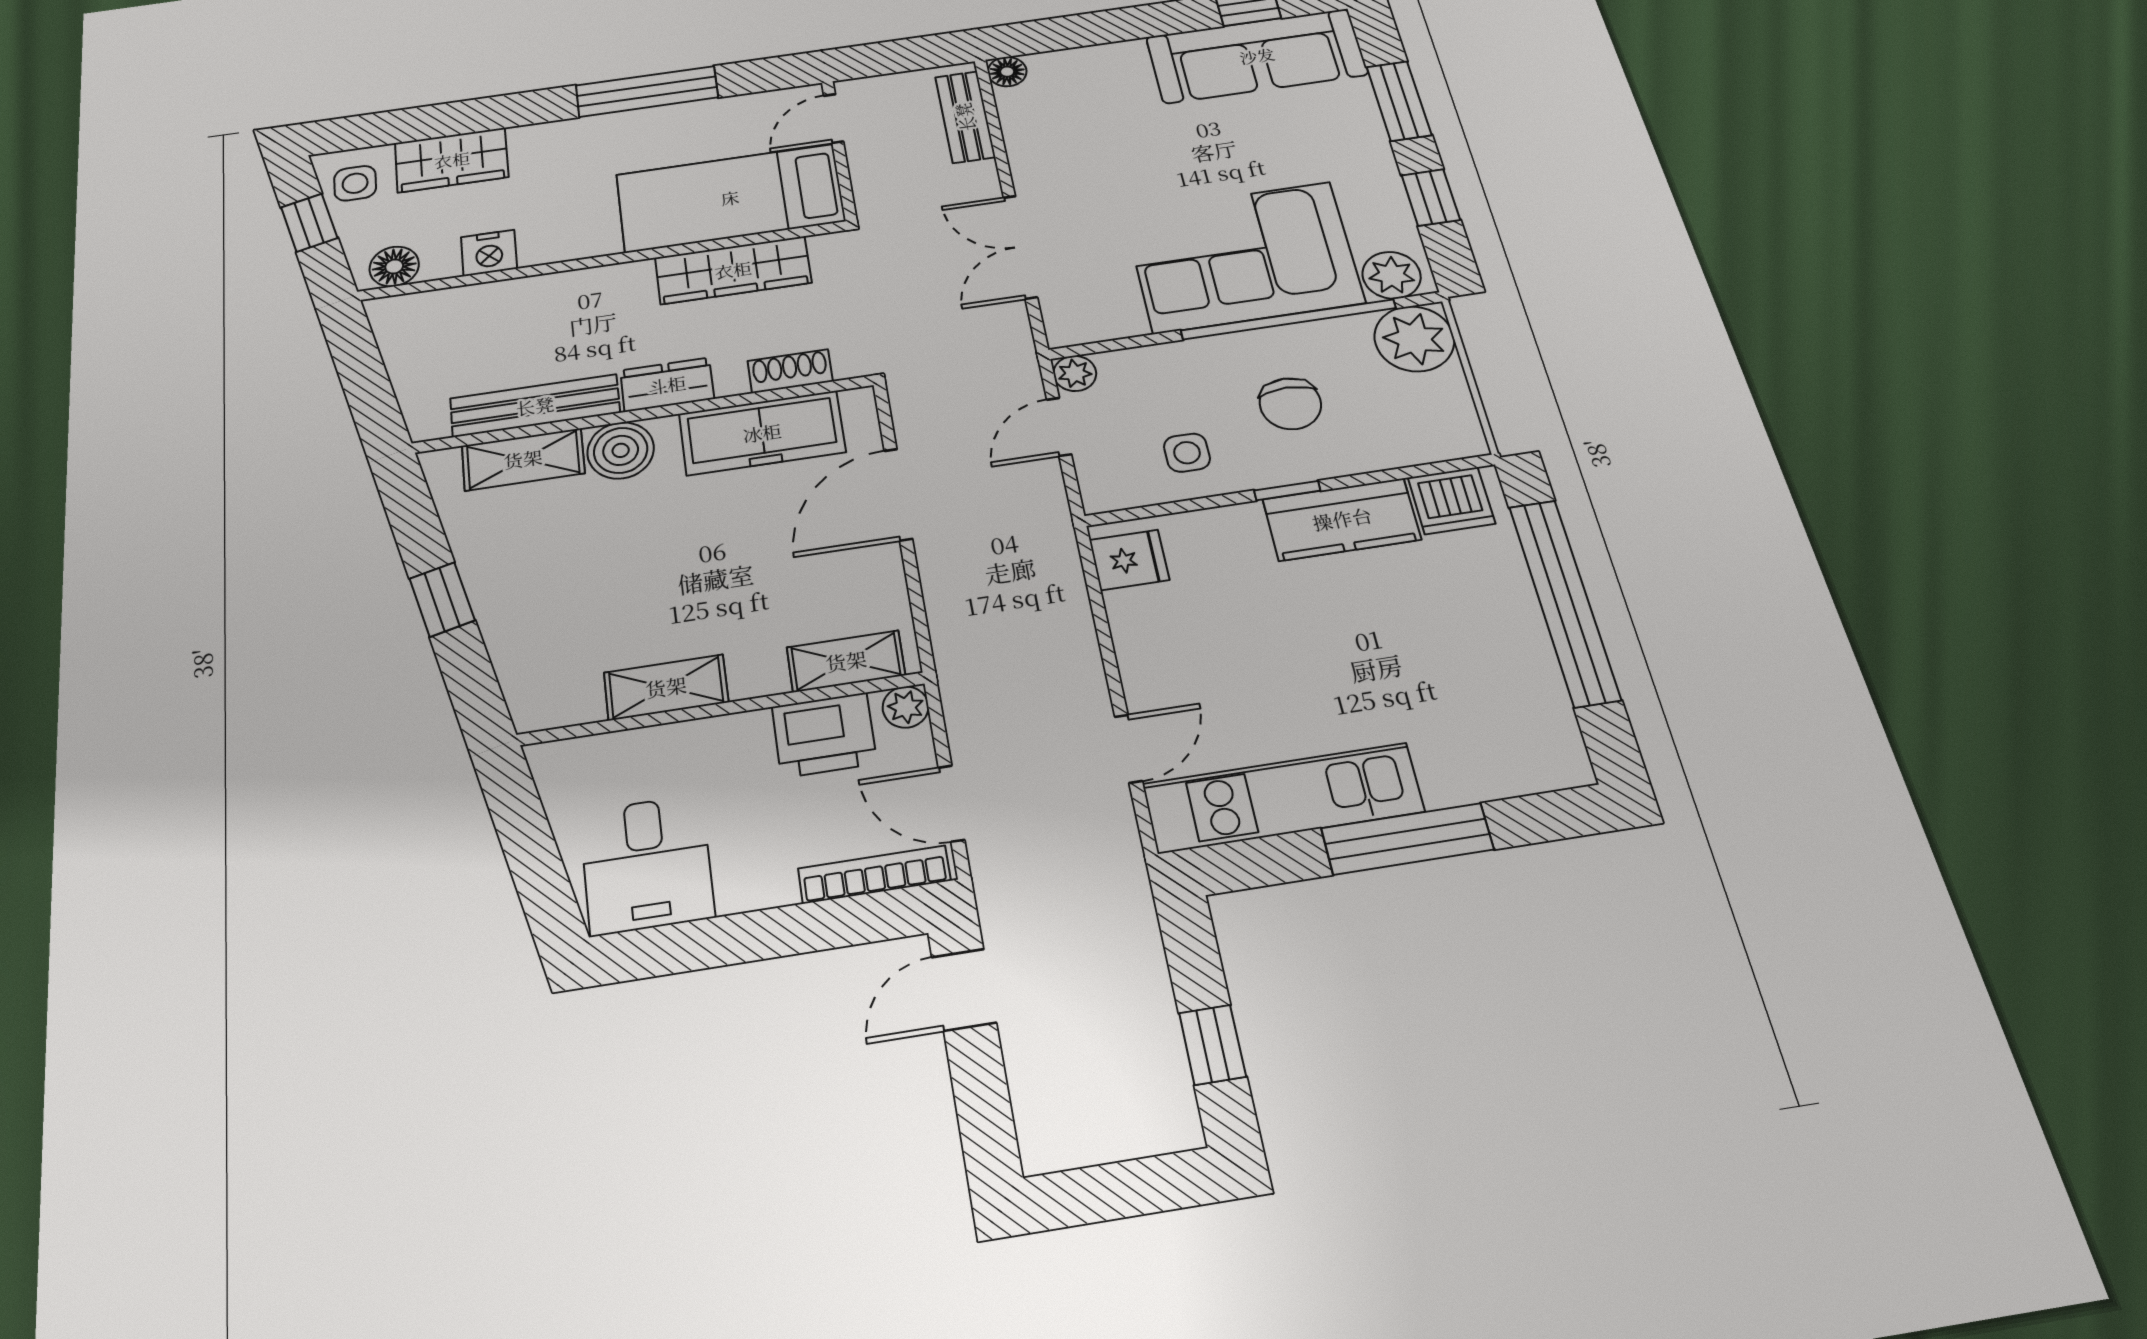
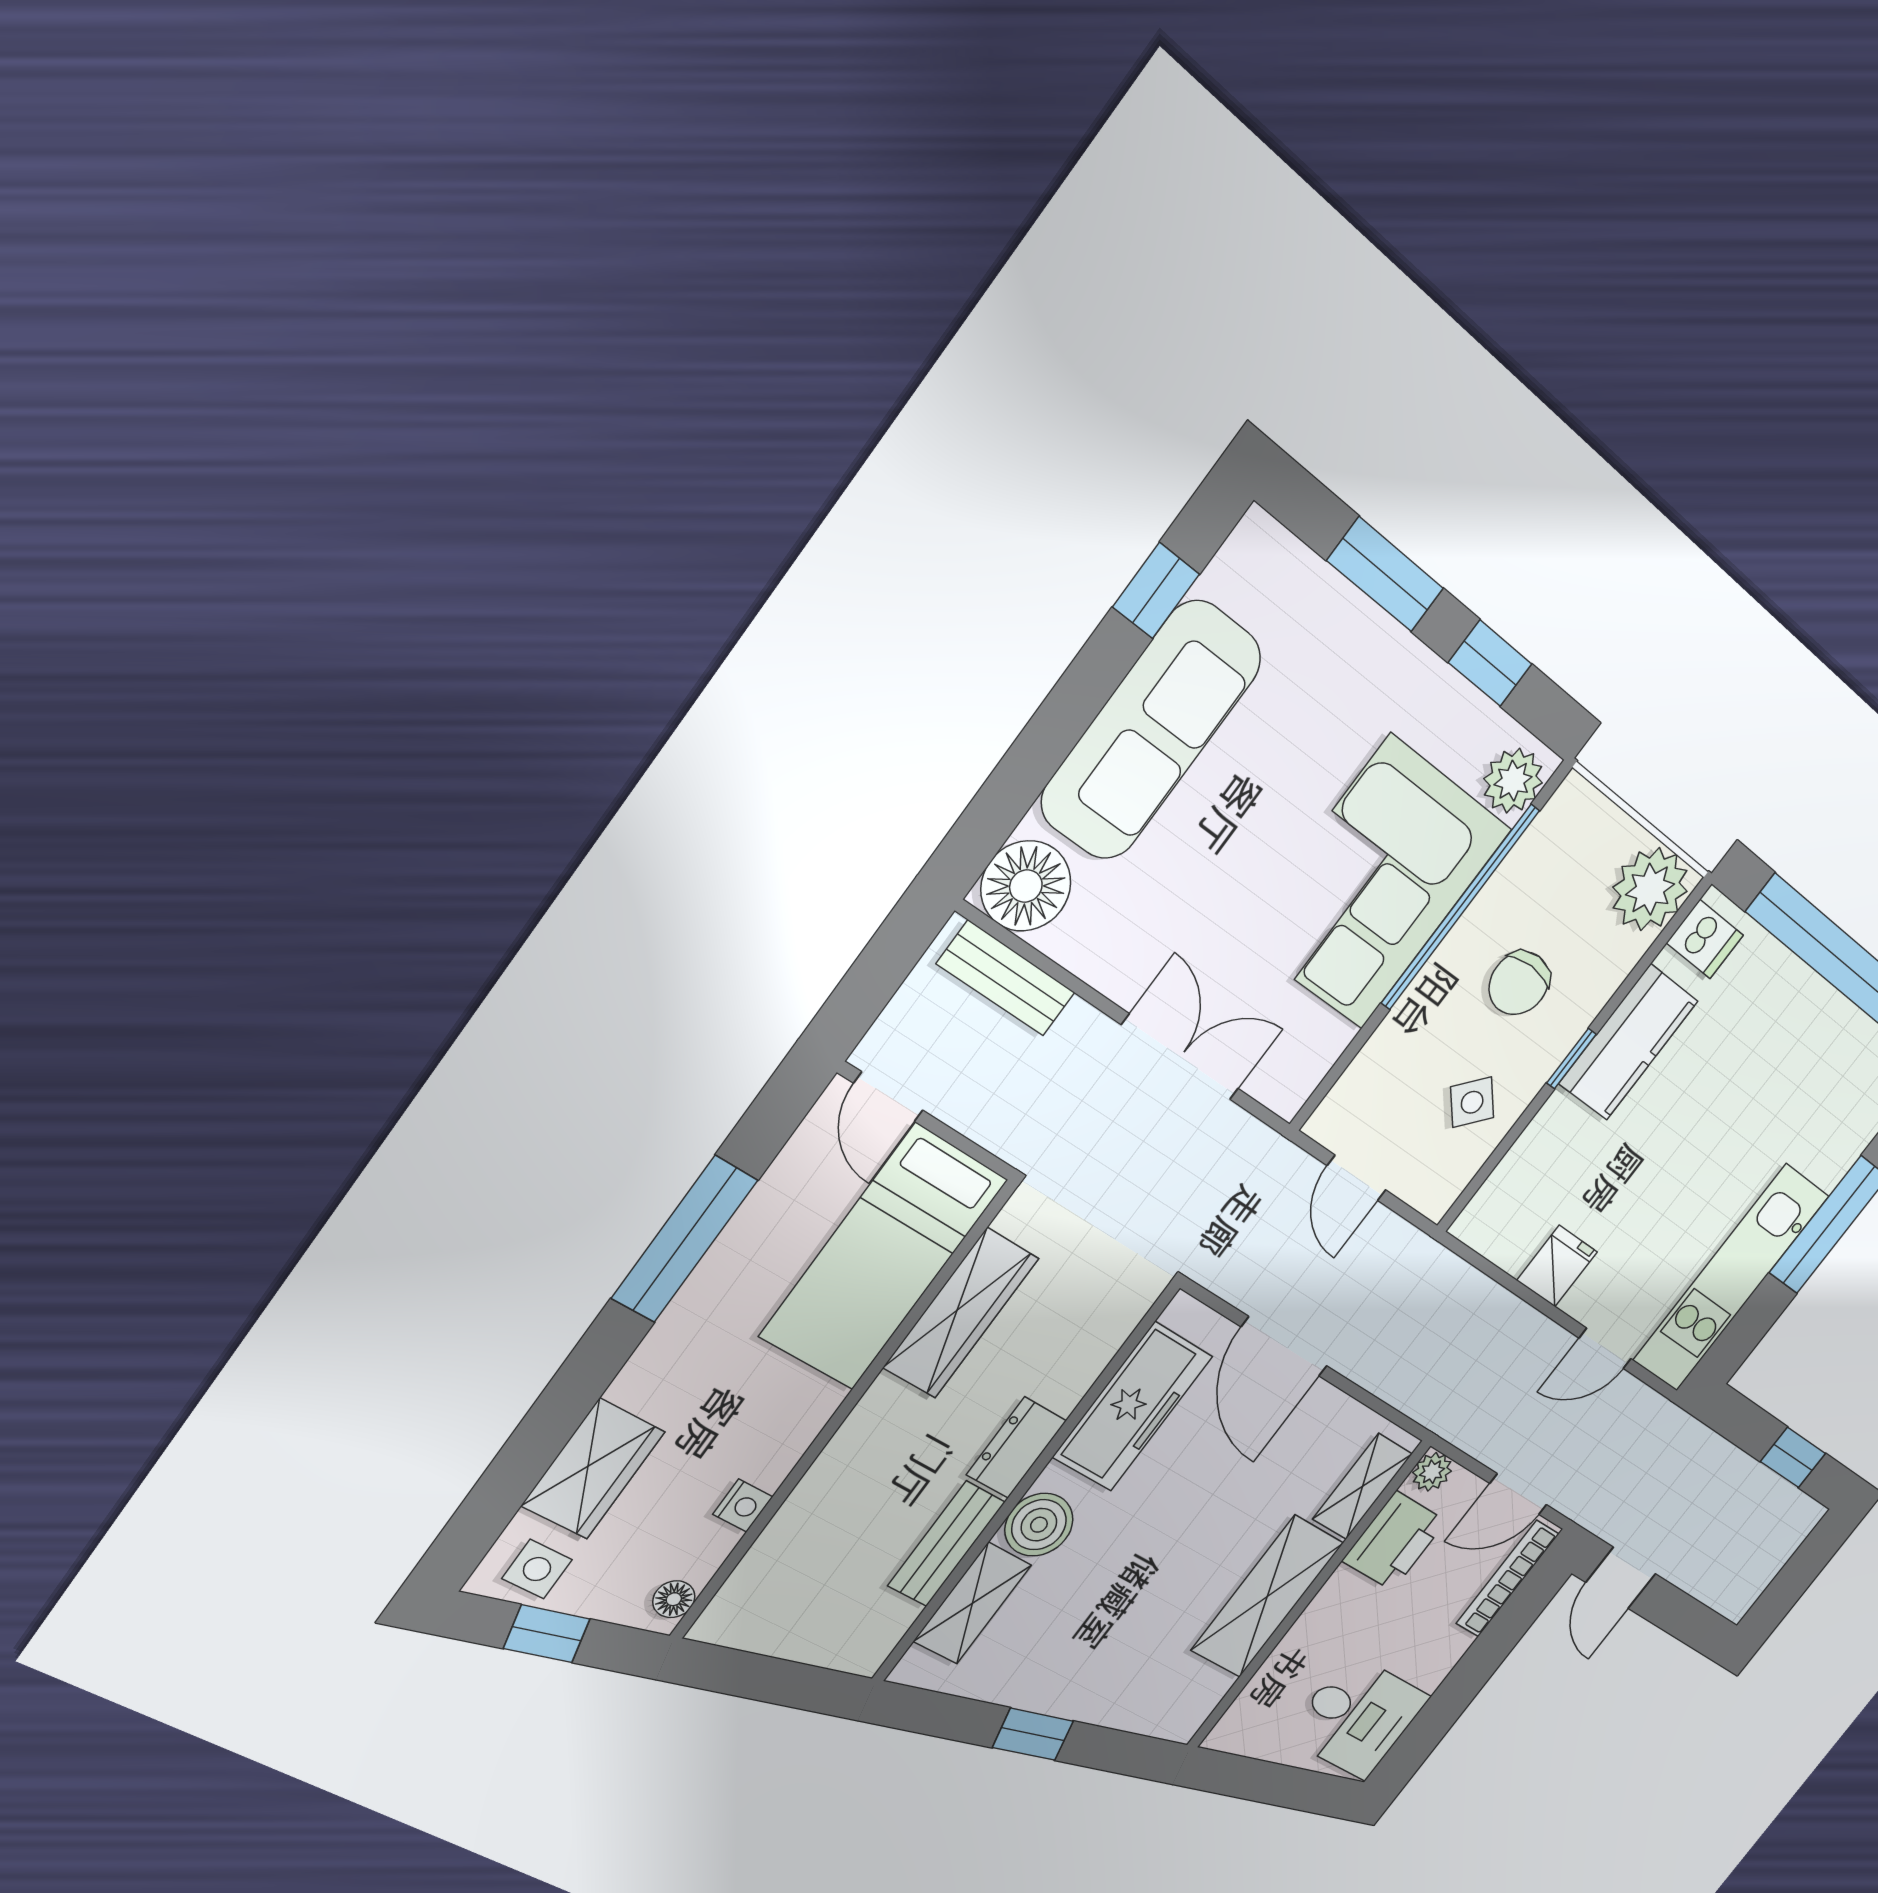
sofa: (1257, 56) -> (1151, 731), moved
floor lamp: (1007, 72) -> (1026, 886), width x1.89, depth x1.89
double door: (1020, 247) -> (1180, 1057), swing flipped
nightstand: (489, 253) -> (743, 1506), width x0.72, depth x0.74
floor lamp: (394, 266) -> (674, 1599), width x0.73, depth x0.73
plant: (1414, 339) -> (1650, 889), moved
shoe rack: (790, 371) -> (1102, 1343), removed
plant: (1075, 373) -> (1329, 1123), removed
chair: (1290, 404) -> (1519, 983), turned 90
bench: (535, 406) -> (946, 1544), width x0.73
side table: (1187, 453) -> (1472, 1102), turned 45
dishwasher: (1451, 501) -> (1705, 939), width x0.73
fridge: (1129, 560) -> (1557, 1266), moved
shelving: (666, 687) -> (1267, 1596), width x1.50, depth x1.33
door: (1129, 749) -> (1605, 1348), swing flipped

